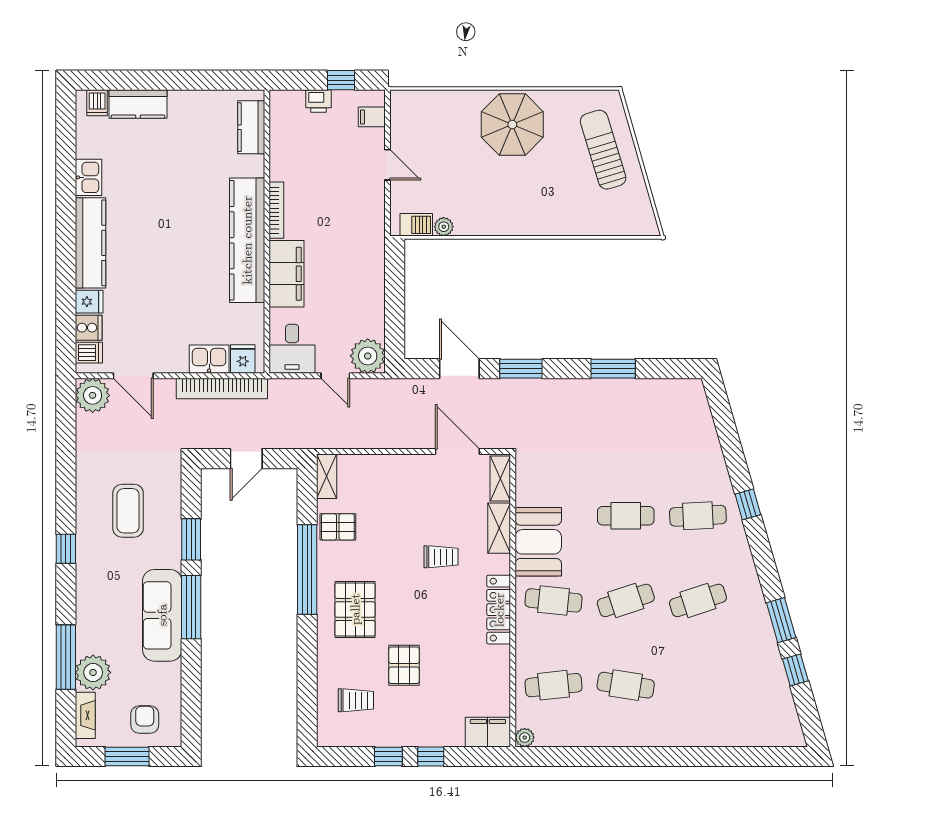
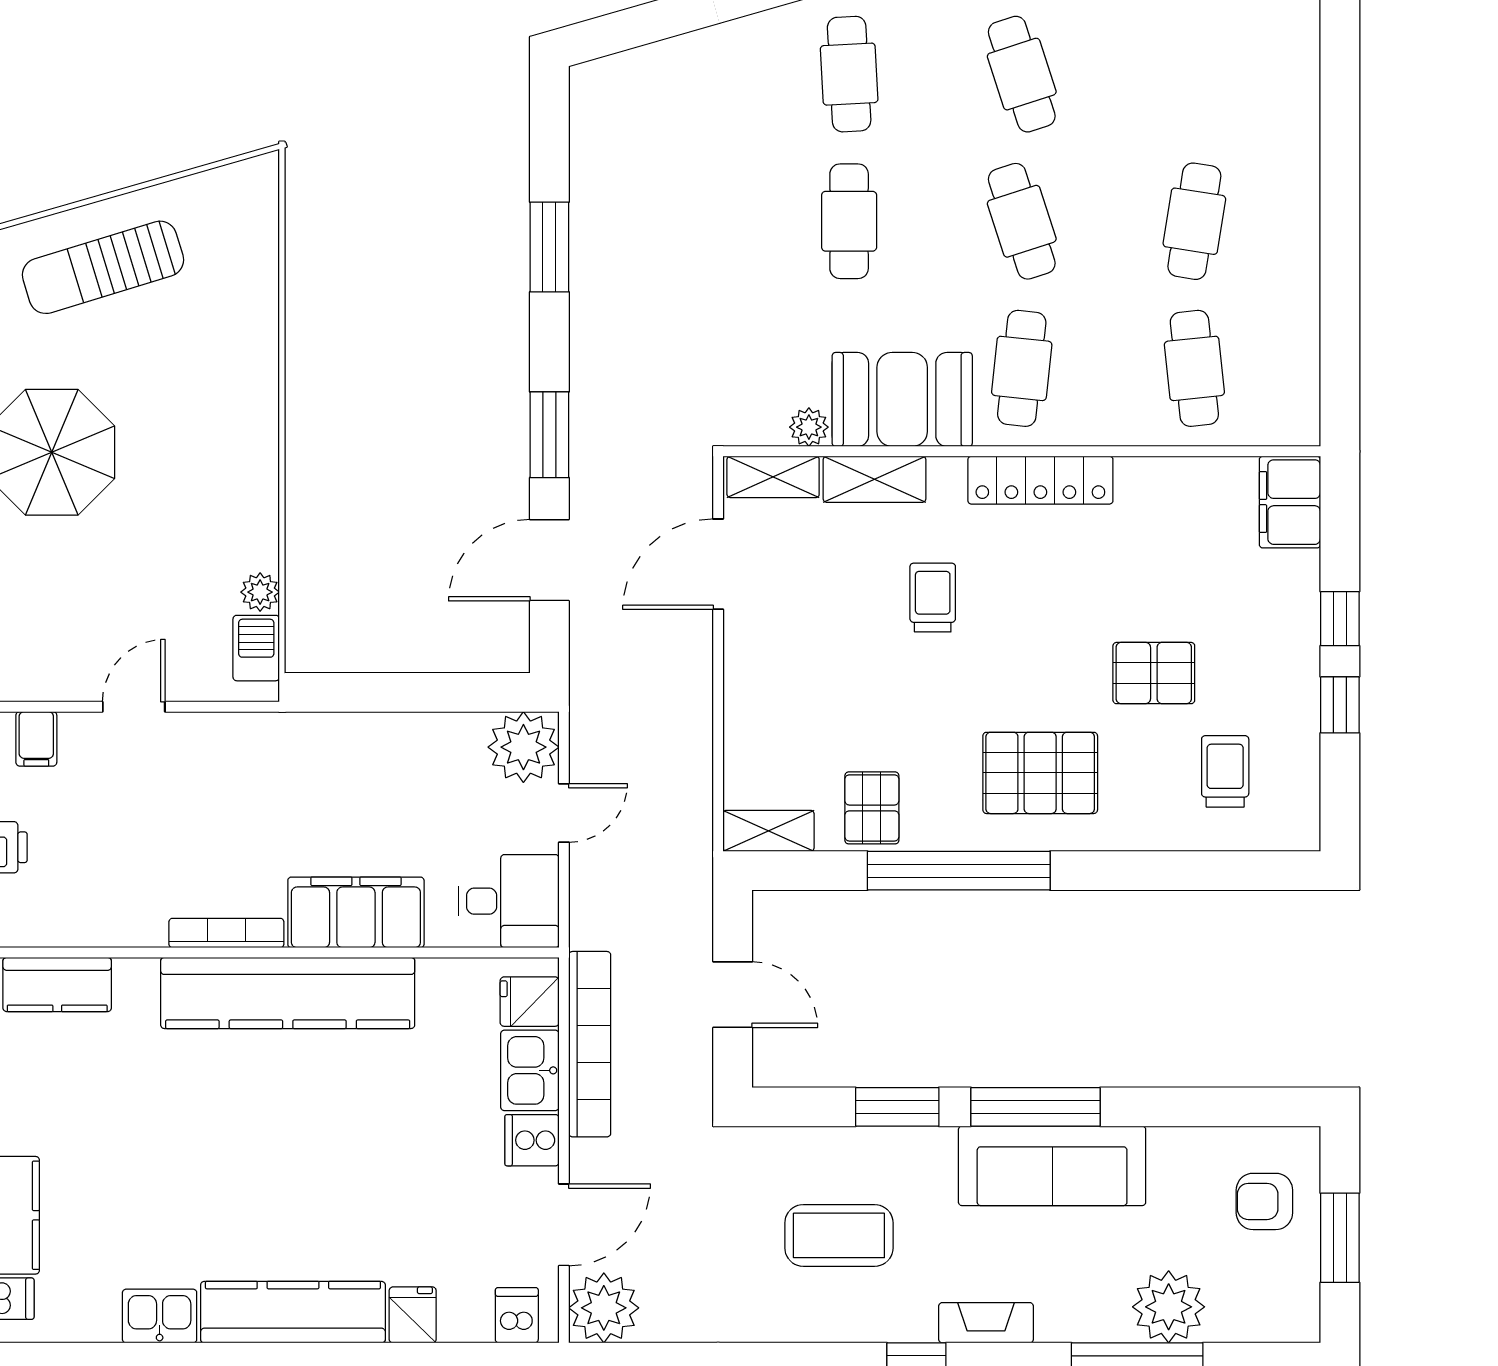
cooker: (89, 328) -> (532, 1140), moved, turned -90
fireplace: (85, 715) -> (986, 1323), moved
plant: (525, 738) -> (809, 427), moved

